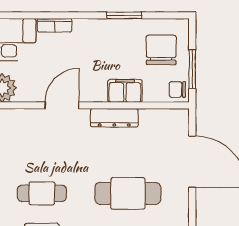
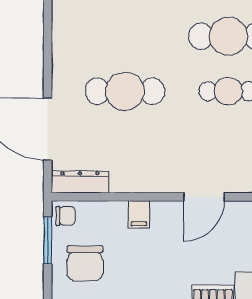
filing cabinet: (125, 91) -> (139, 214), width x0.50
dresser: (114, 118) -> (80, 182), moved

